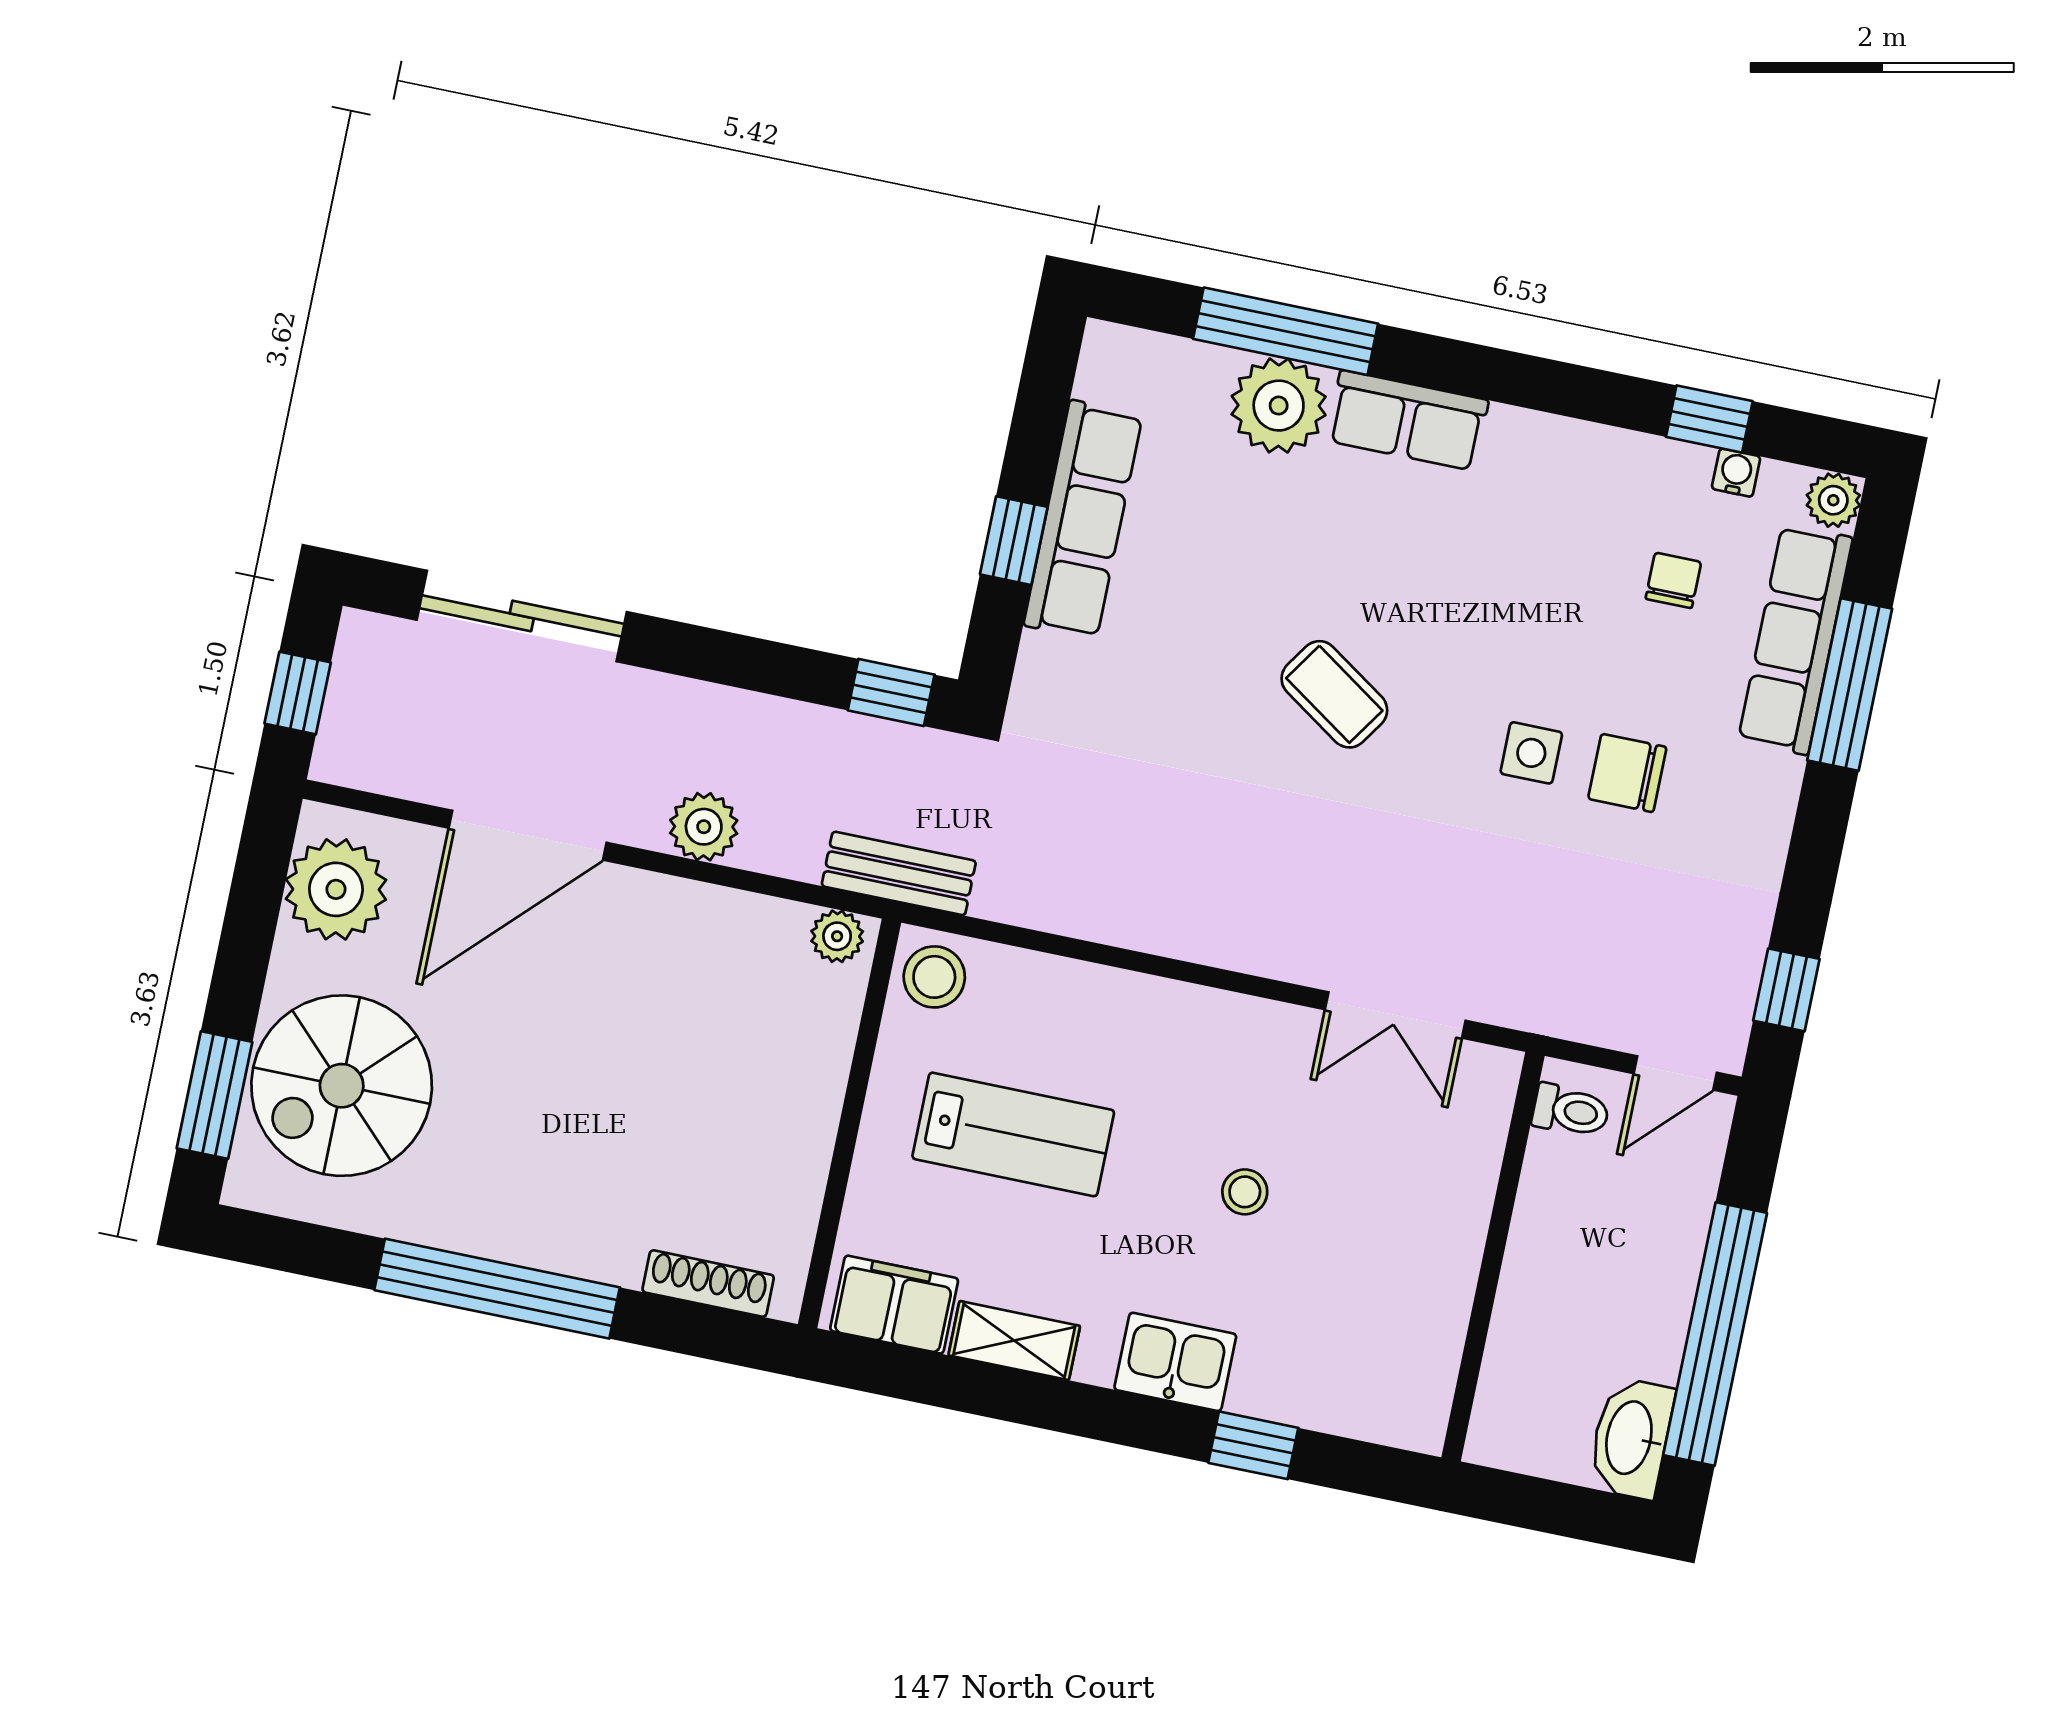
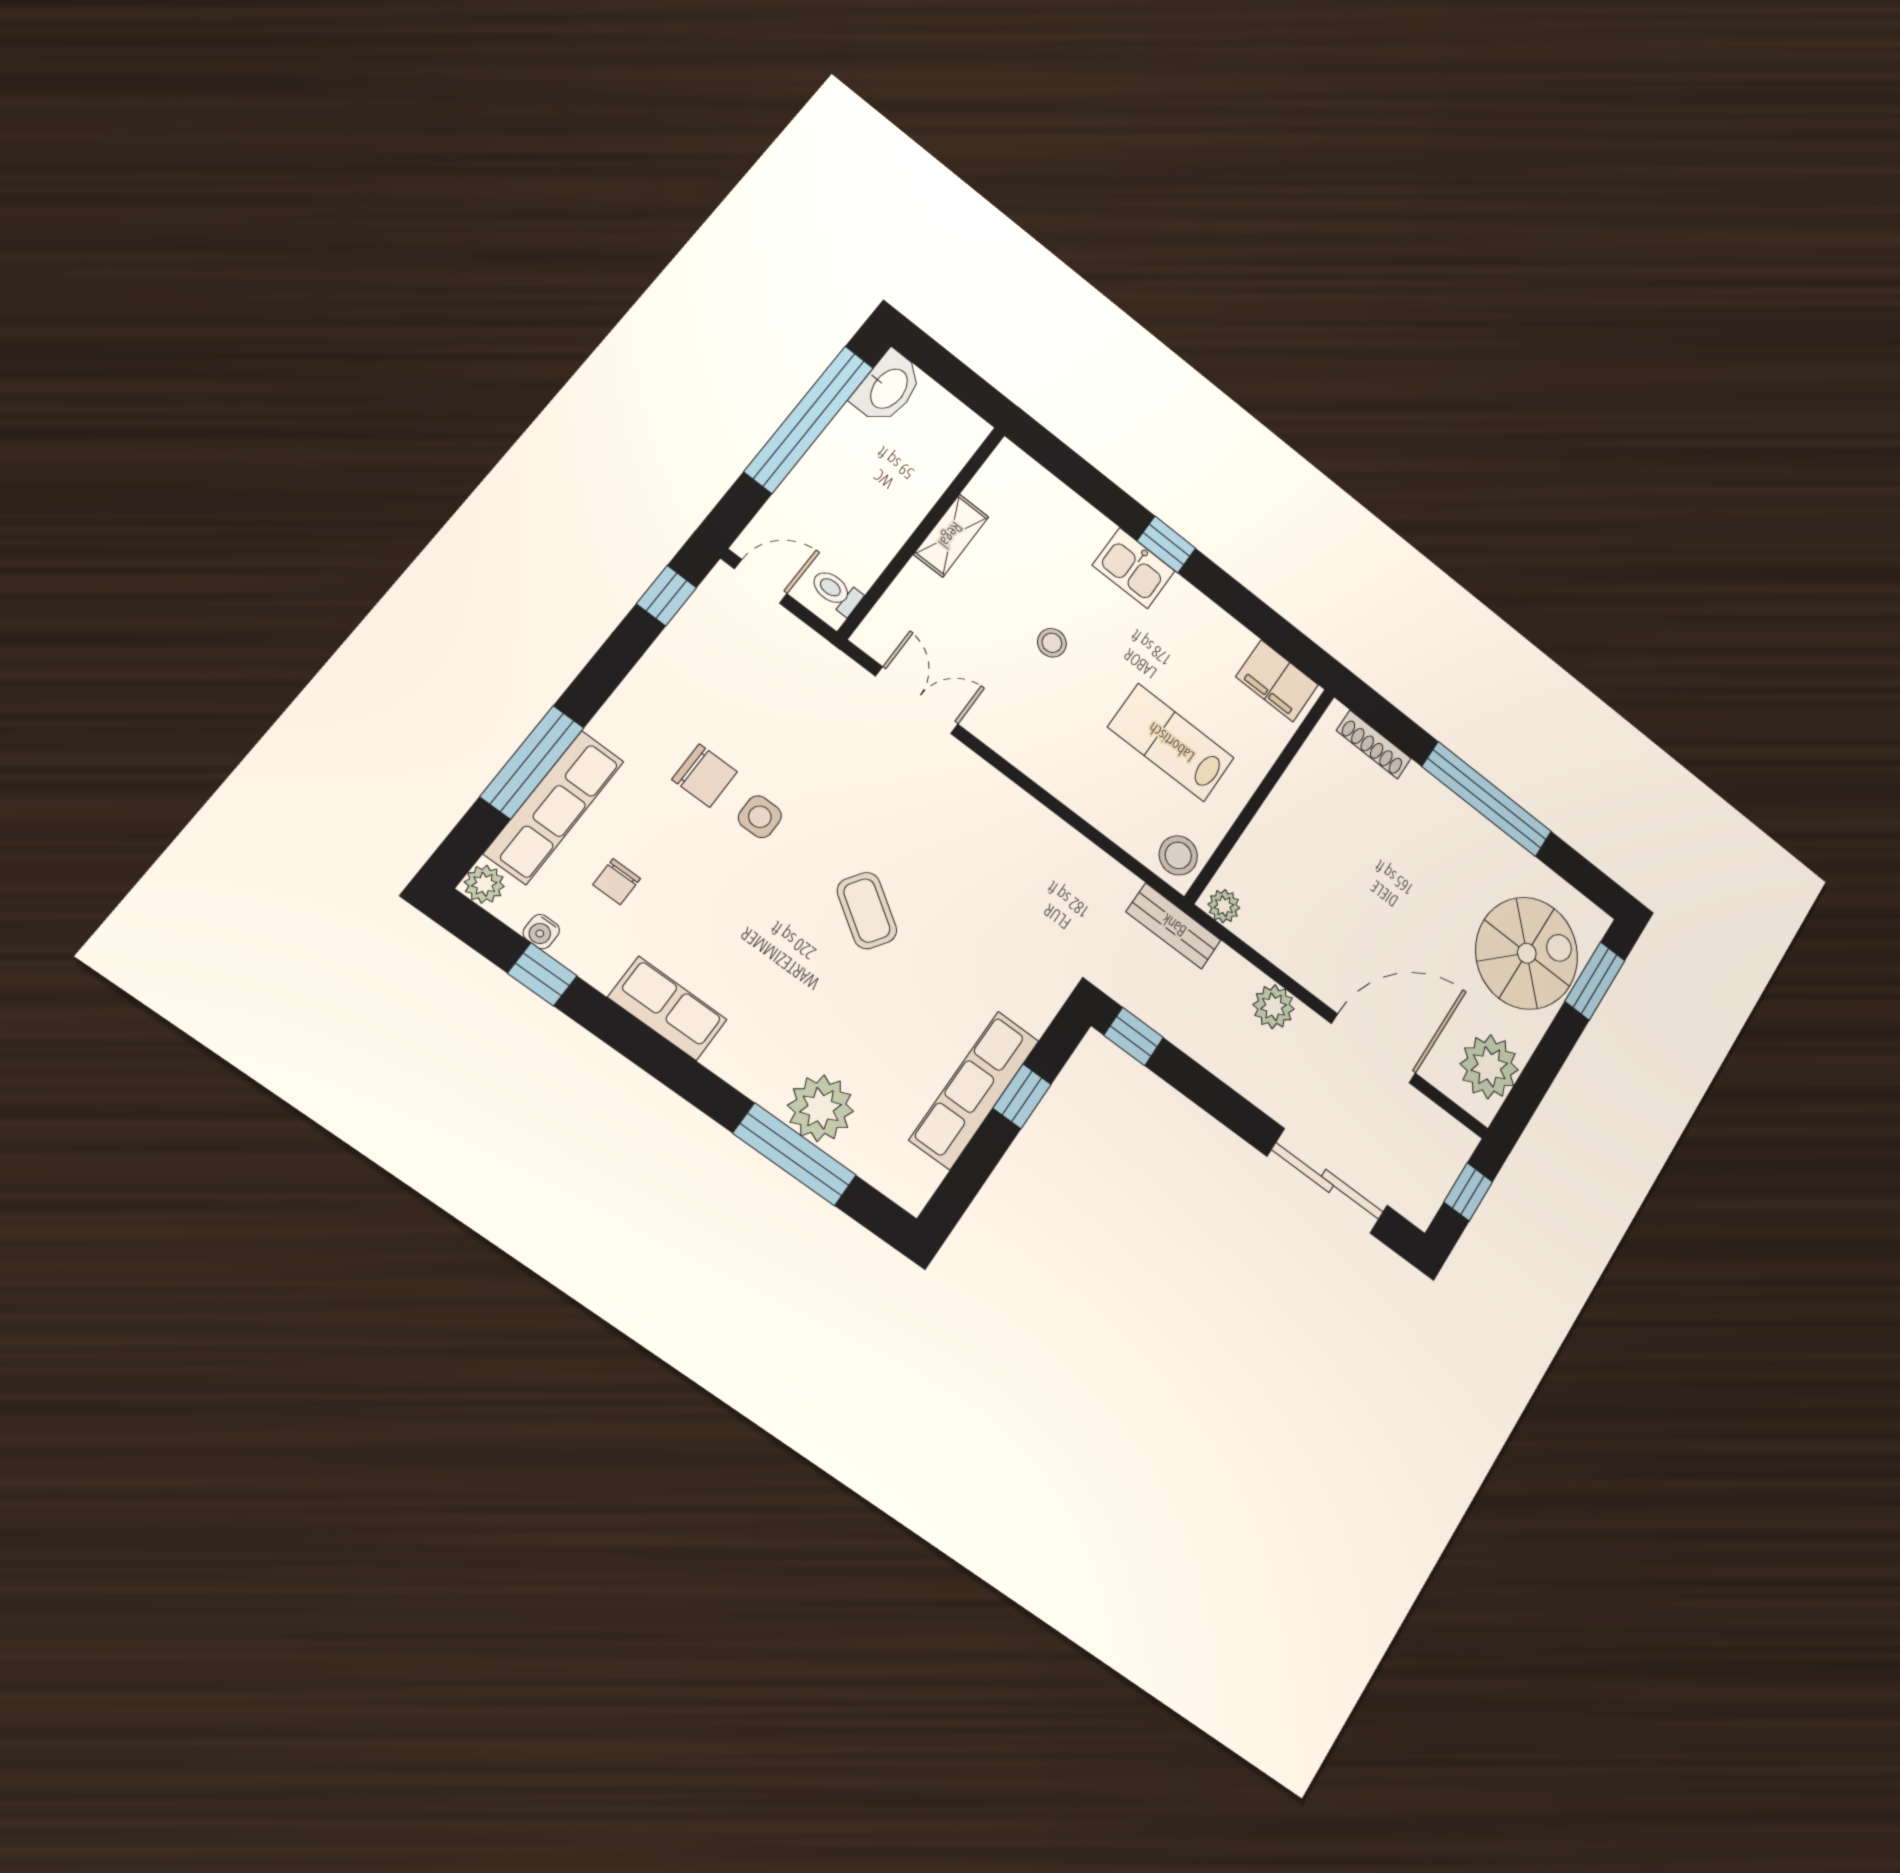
row of seats: (1407, 420) -> (668, 1008), moved
shelving: (1014, 1341) -> (951, 536), moved, turned 90
window: (1253, 1445) -> (1166, 544), moved

